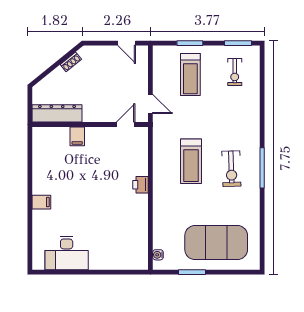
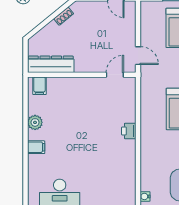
filing cabinet: (77, 136) -> (39, 86), moved
plant: (40, 176) -> (35, 122), added

